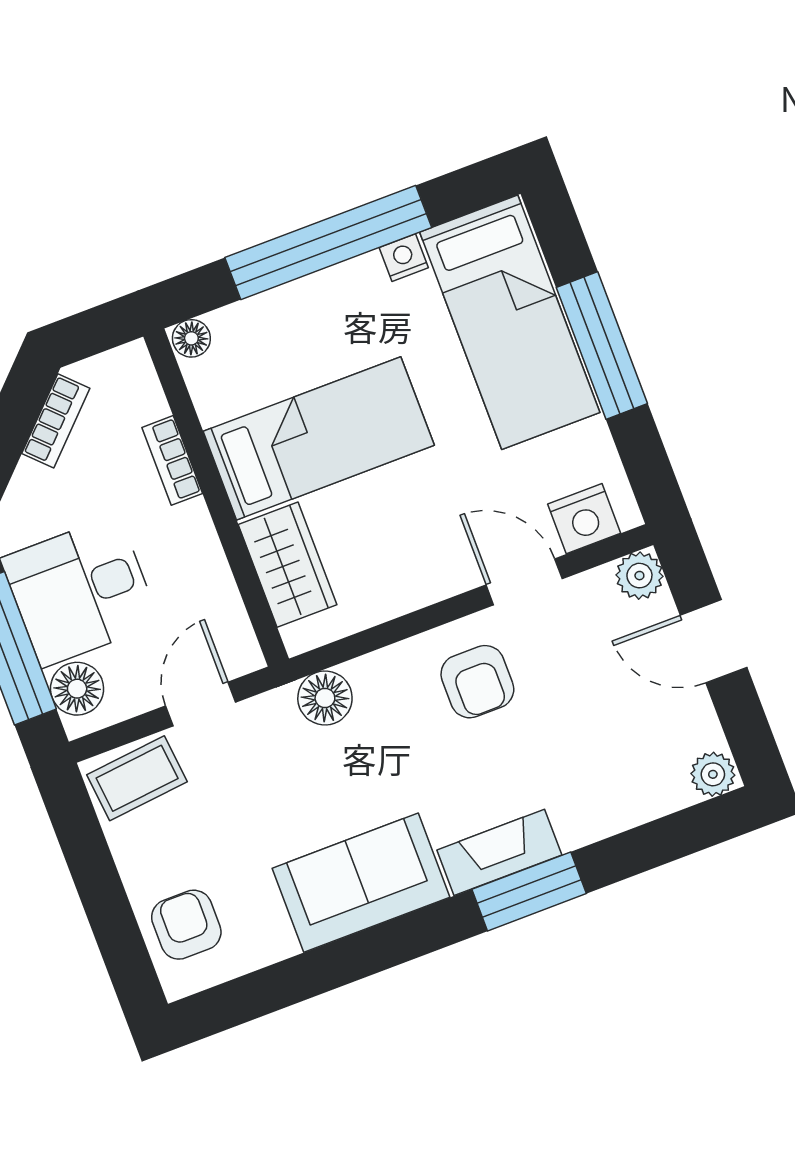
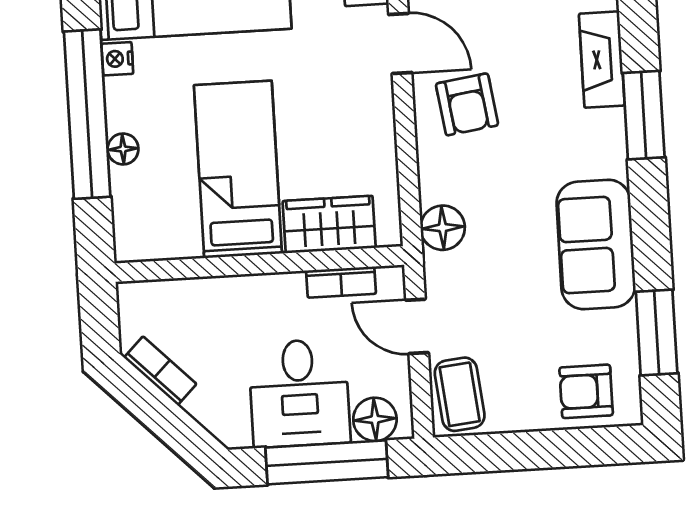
floor lamp: (191, 338) -> (123, 149), moved
bookcase: (172, 460) -> (341, 282), moved
door: (524, 582) -> (400, 43), swing flipped
armchair: (477, 682) -> (467, 104), turned 82
fireplace: (499, 852) -> (602, 60), moved
window: (280, 985) -> (657, 332), added

